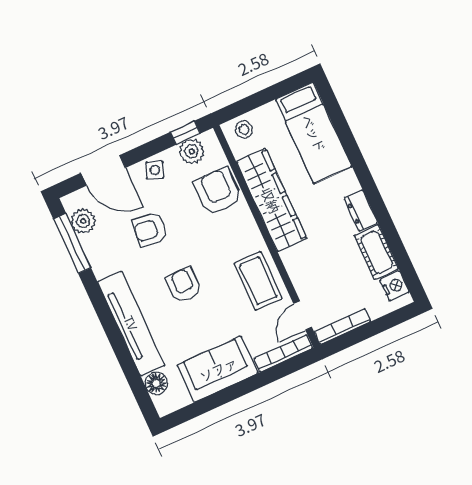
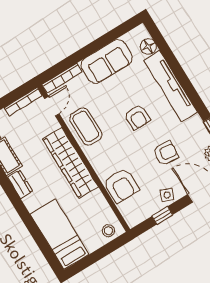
window: (185, 133) -> (162, 215), moved
plant: (191, 151) -> (143, 211), removed
wardrobe: (271, 200) -> (70, 163), moved

